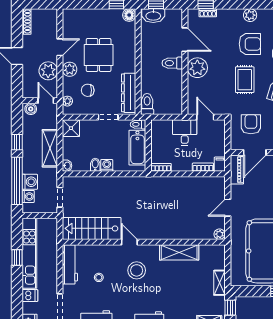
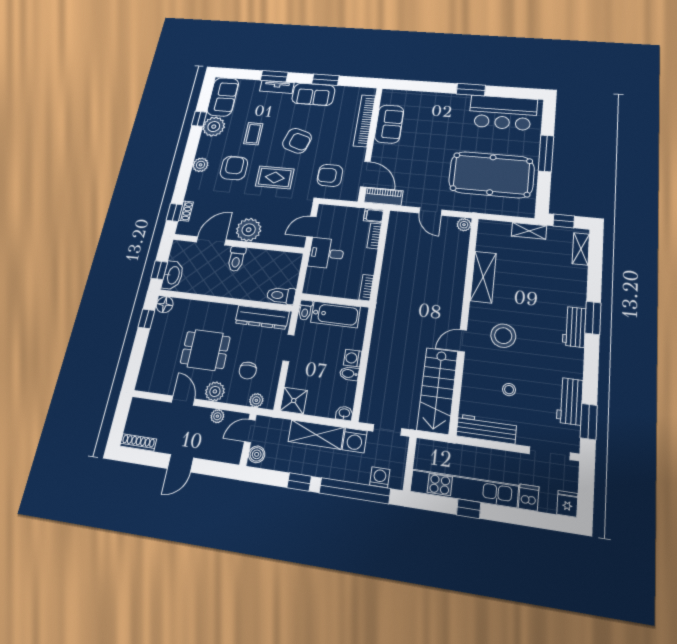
plant: (48, 71) -> (217, 416), width x0.53, depth x0.53
washing machine: (30, 182) -> (355, 440), moved, turned 180

